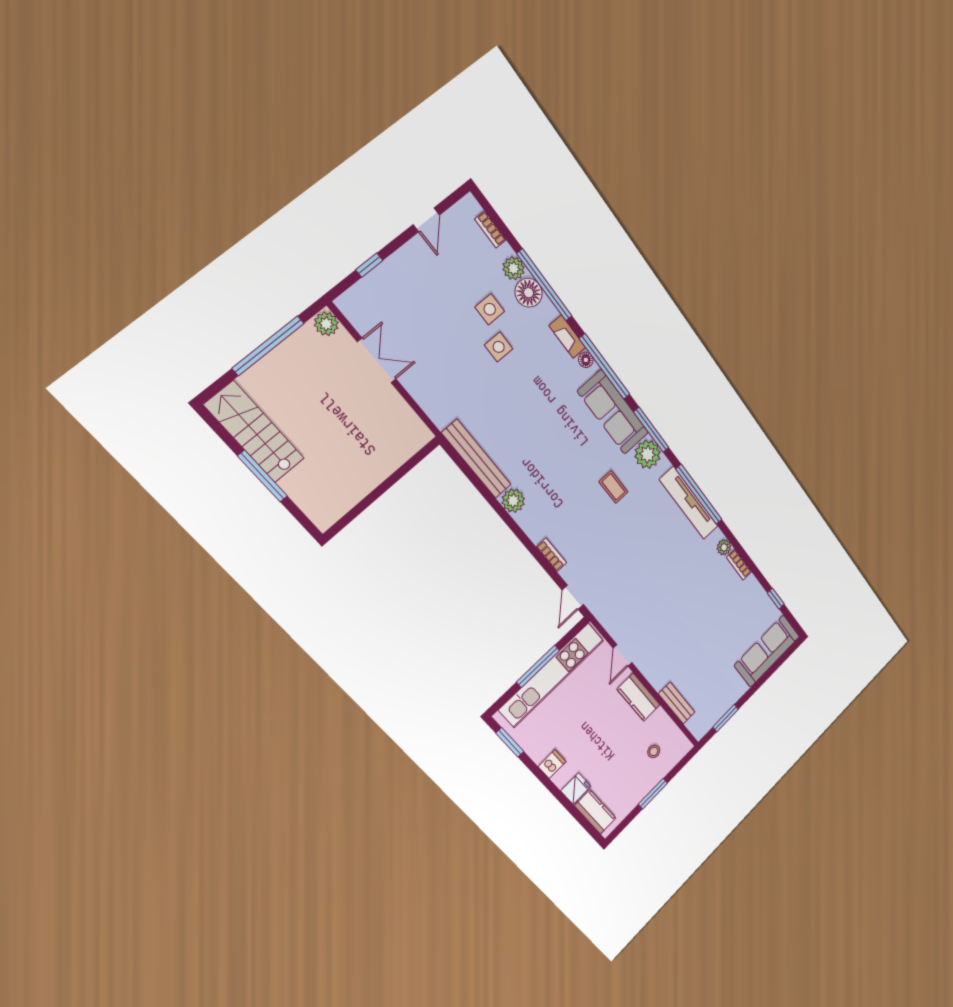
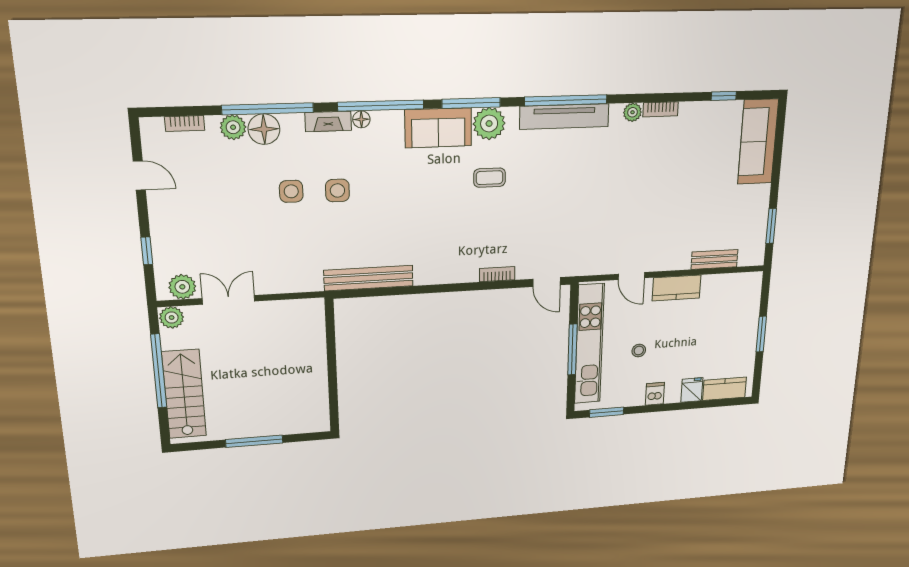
side table: (490, 309) -> (337, 190), moved
sofa: (613, 412) -> (438, 128), width x0.73
stairs: (254, 432) -> (184, 394), moved, turned 90
plant: (513, 501) -> (182, 287), moved
stool: (654, 751) -> (639, 350), moved

